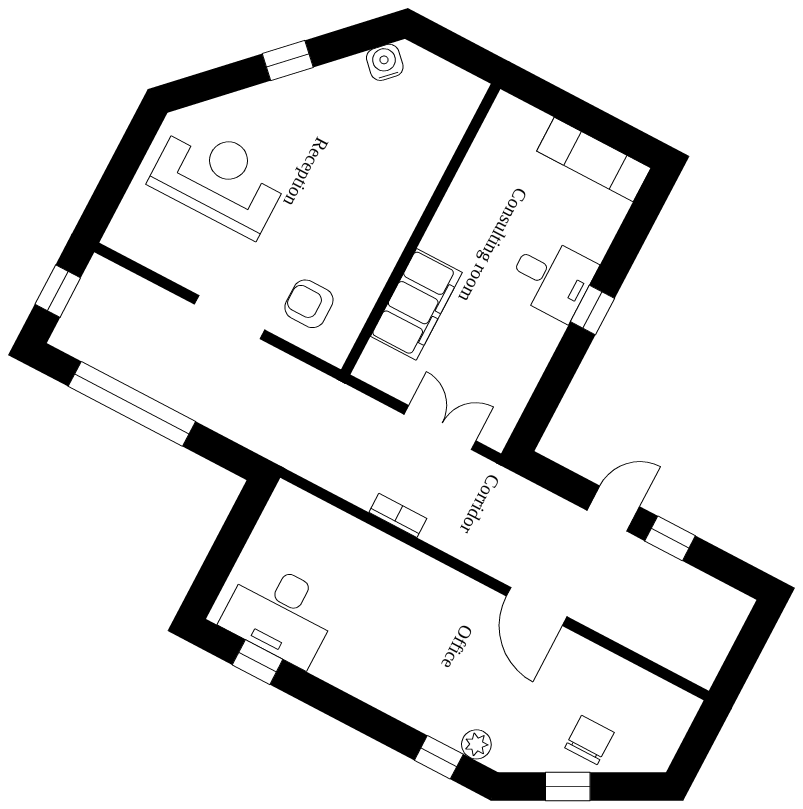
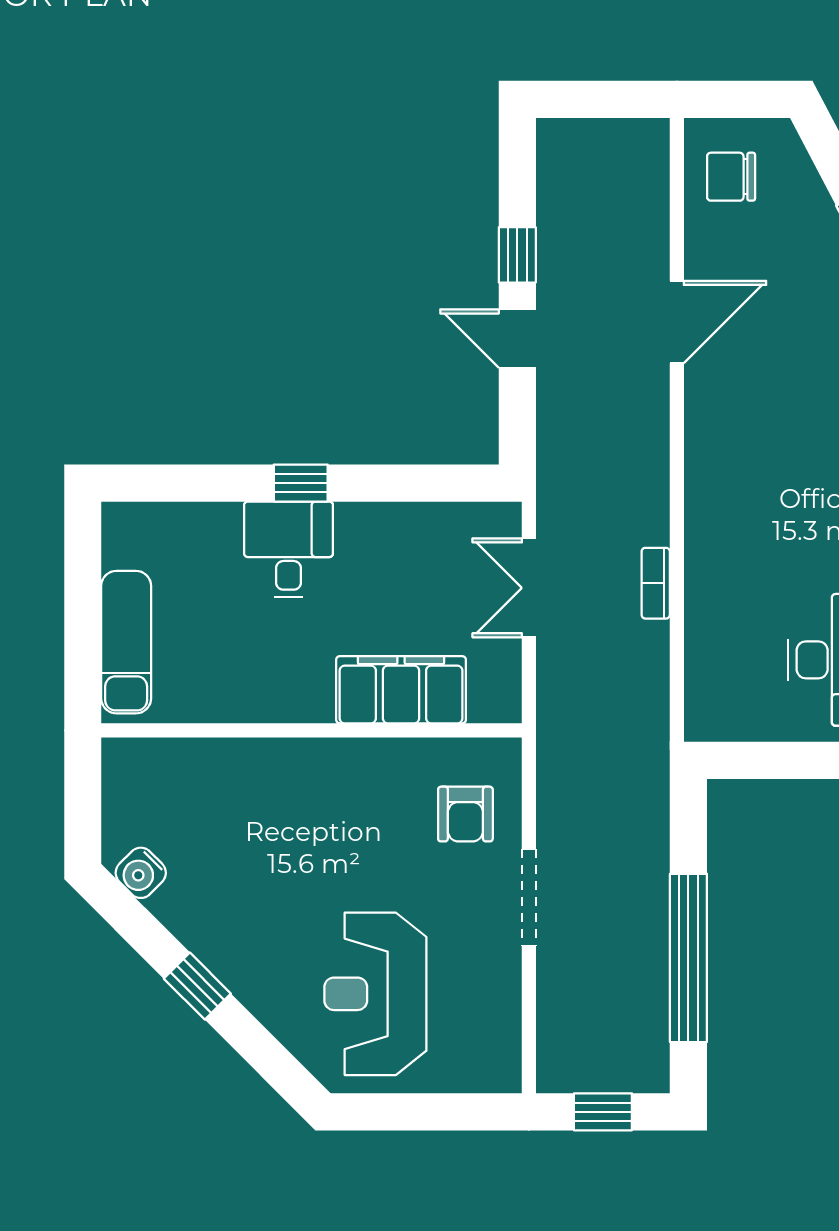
exam couch: (594, 160) -> (126, 642), moved
door: (537, 606) -> (677, 322), moved
chair: (589, 740) -> (731, 177), moved

